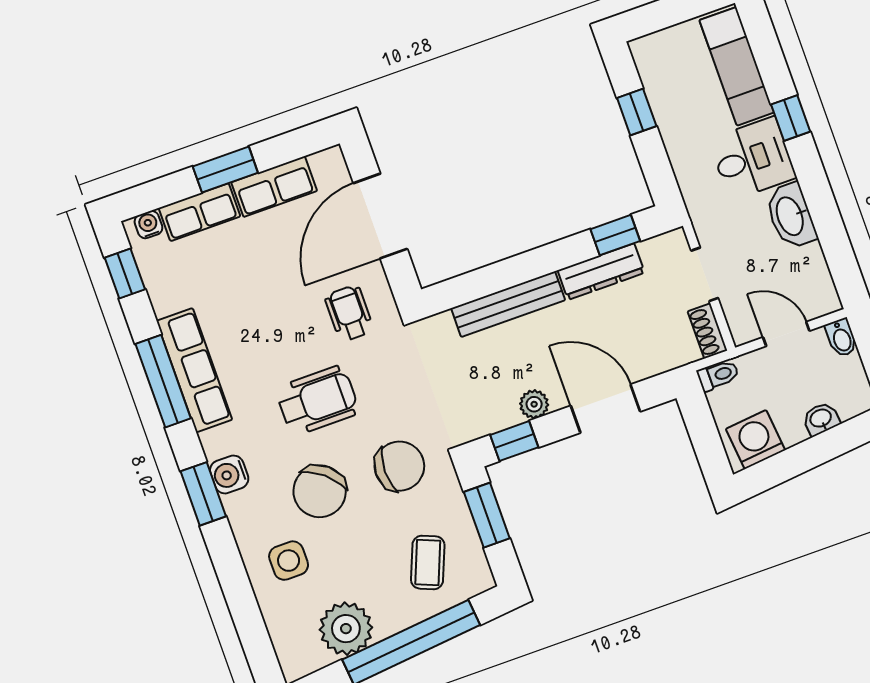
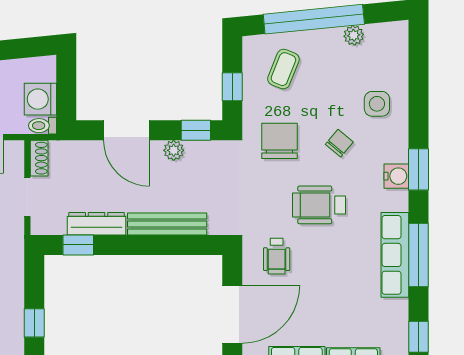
washing machine: (755, 440) -> (40, 99), moved, turned 96
chair: (399, 466) -> (279, 141), turned 90
chair: (320, 491) -> (339, 143), width x0.54, depth x0.54
window: (487, 515) -> (232, 87), width x0.67
plant: (346, 629) -> (354, 35), width x0.53, depth x0.53

